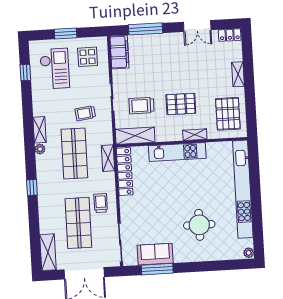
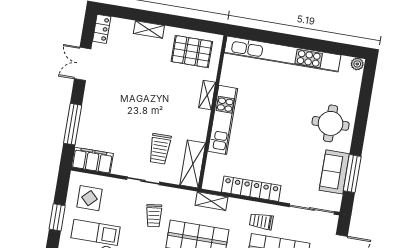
double door: (197, 26) -> (83, 64), swing flipped
pallet: (181, 104) -> (168, 103), removed
locker: (125, 172) -> (251, 189), moved
round table: (199, 225) -> (331, 123), moved

